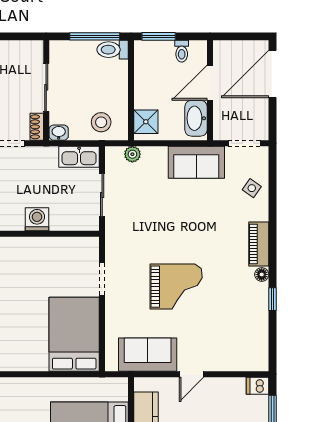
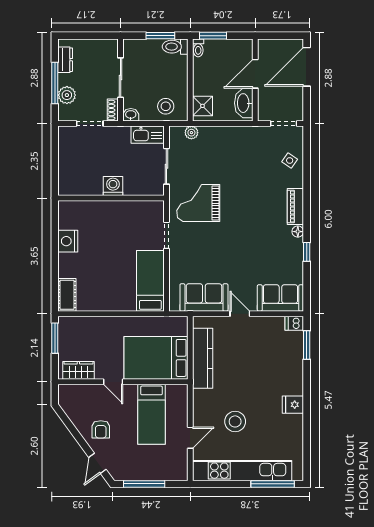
window: (95, 36) -> (160, 36), width x0.69
toilet: (182, 51) -> (198, 48), moved
sofa: (196, 162) -> (280, 298), moved, turned 180
grand piano: (176, 287) -> (198, 203), moved, turned 180
bed: (74, 334) -> (150, 281), width x0.67
door: (191, 374) -> (240, 314), swing flipped

